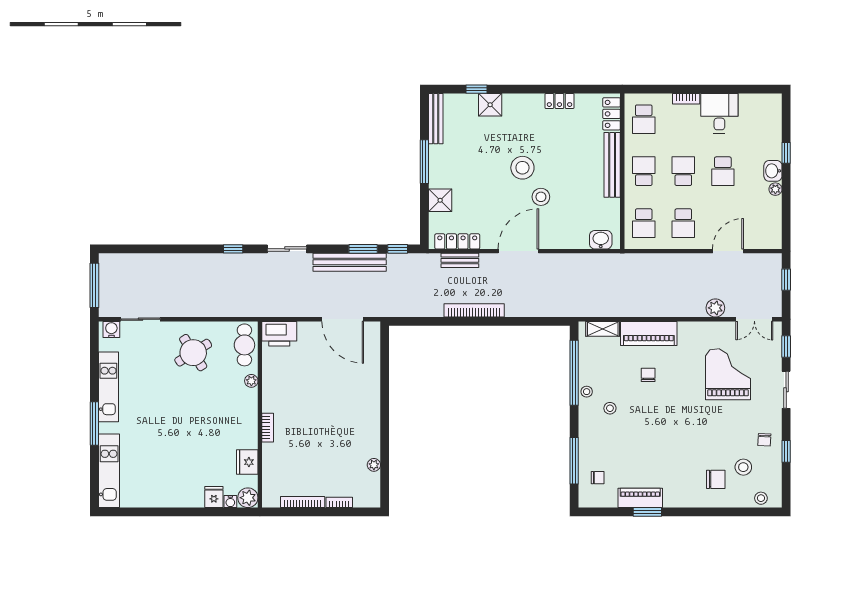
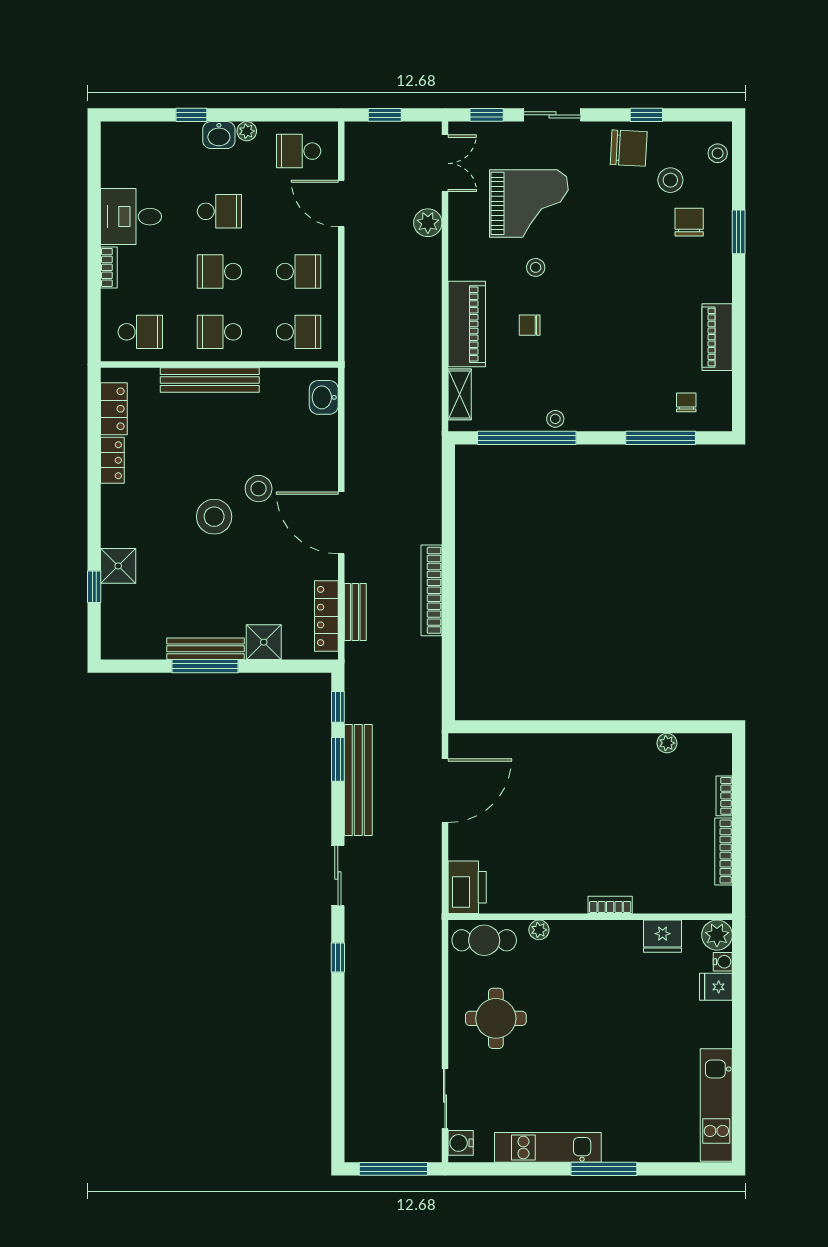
locker: (612, 114) -> (114, 409), moved, turned -90
bench: (436, 119) -> (206, 649), moved
school desk: (762, 223) -> (299, 151), added
round table: (193, 353) -> (496, 1018), turned 32
grand piano: (728, 374) -> (529, 203), turned 180
stool: (610, 408) -> (536, 267), moved
chair: (764, 440) -> (629, 148), width x1.87, depth x1.87
kitchen unit: (109, 471) -> (716, 1105), moved, turned -90
window: (647, 512) -> (739, 232), moved

